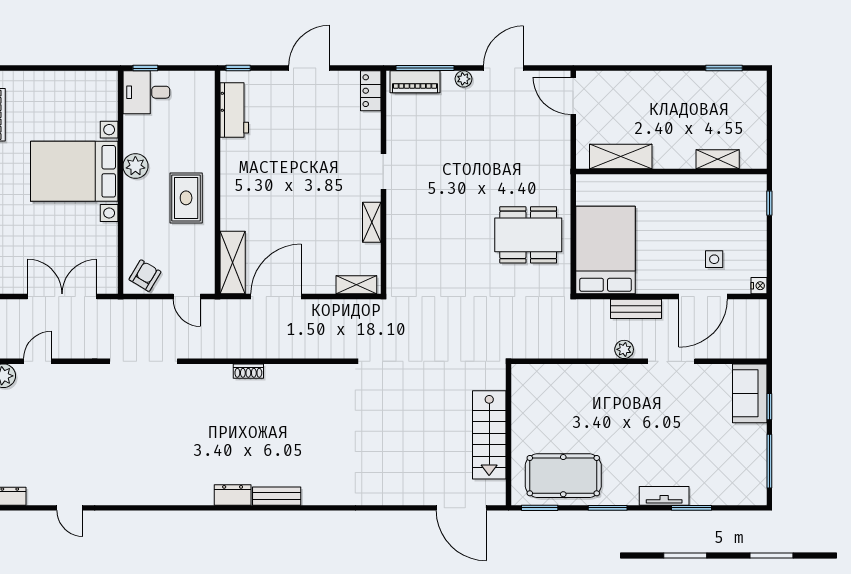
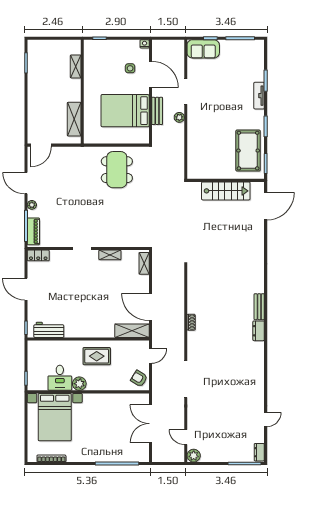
desk: (146, 92) -> (60, 378), moved
bed with nightstands: (74, 171) -> (55, 417), moved
bed: (605, 250) -> (125, 111), moved

